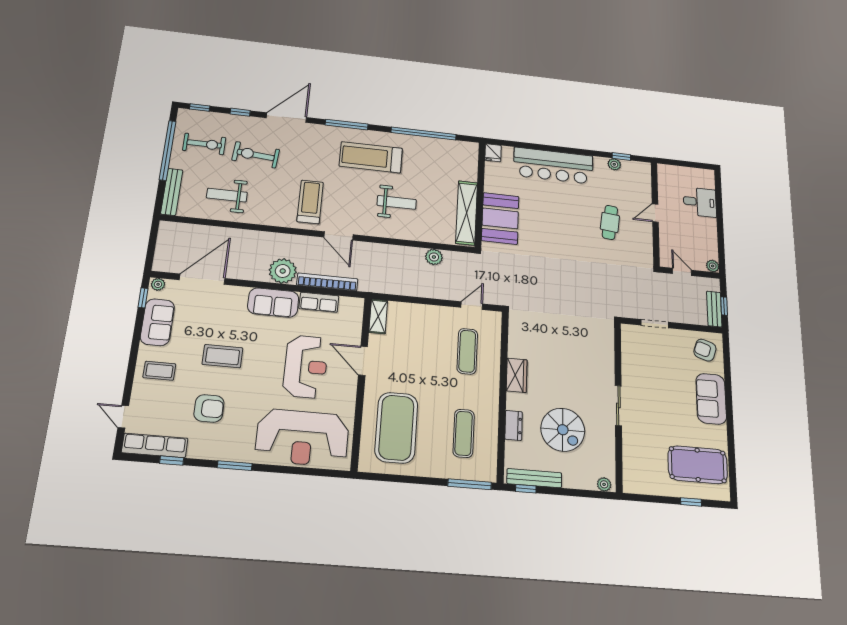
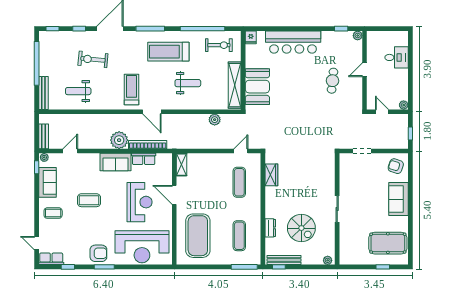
exercise bike: (204, 144) -> (219, 45), moved
plant: (614, 164) -> (358, 36), moved
door: (202, 279) -> (70, 151), width x0.53
bench: (714, 309) -> (44, 136), moved
wardrobe: (517, 375) -> (271, 175), moved
armchair: (209, 408) -> (98, 253), moved
row of seats: (155, 445) -> (51, 259), width x0.68

